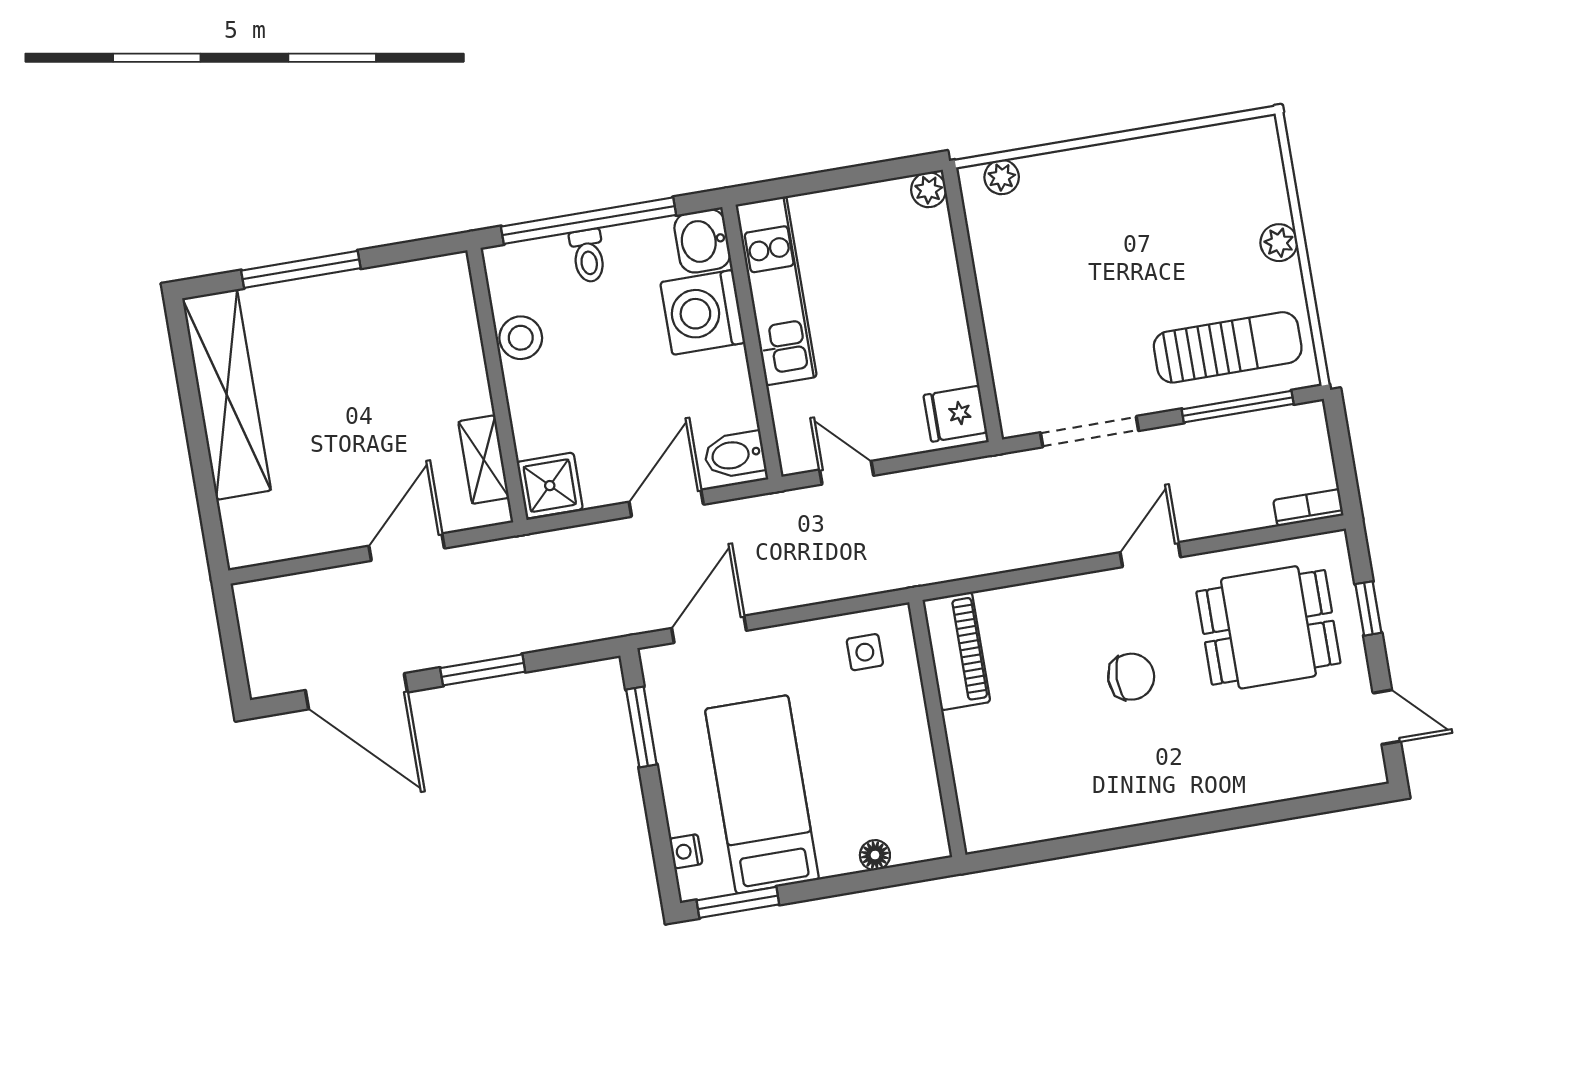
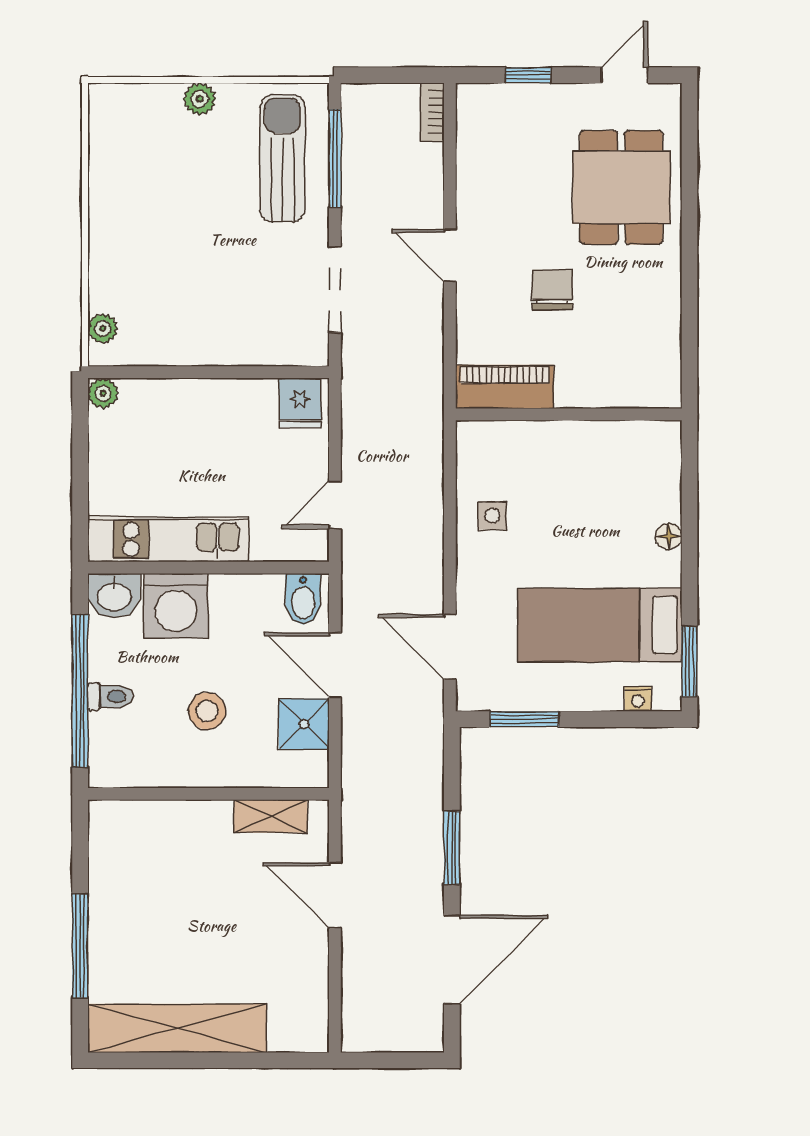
stool: (521, 338) -> (207, 711), moved
shower: (550, 486) -> (304, 724), moved
dining table: (1268, 627) -> (621, 187), moved
piano: (956, 651) -> (505, 387), moved
wall: (937, 729) -> (569, 414), moved

